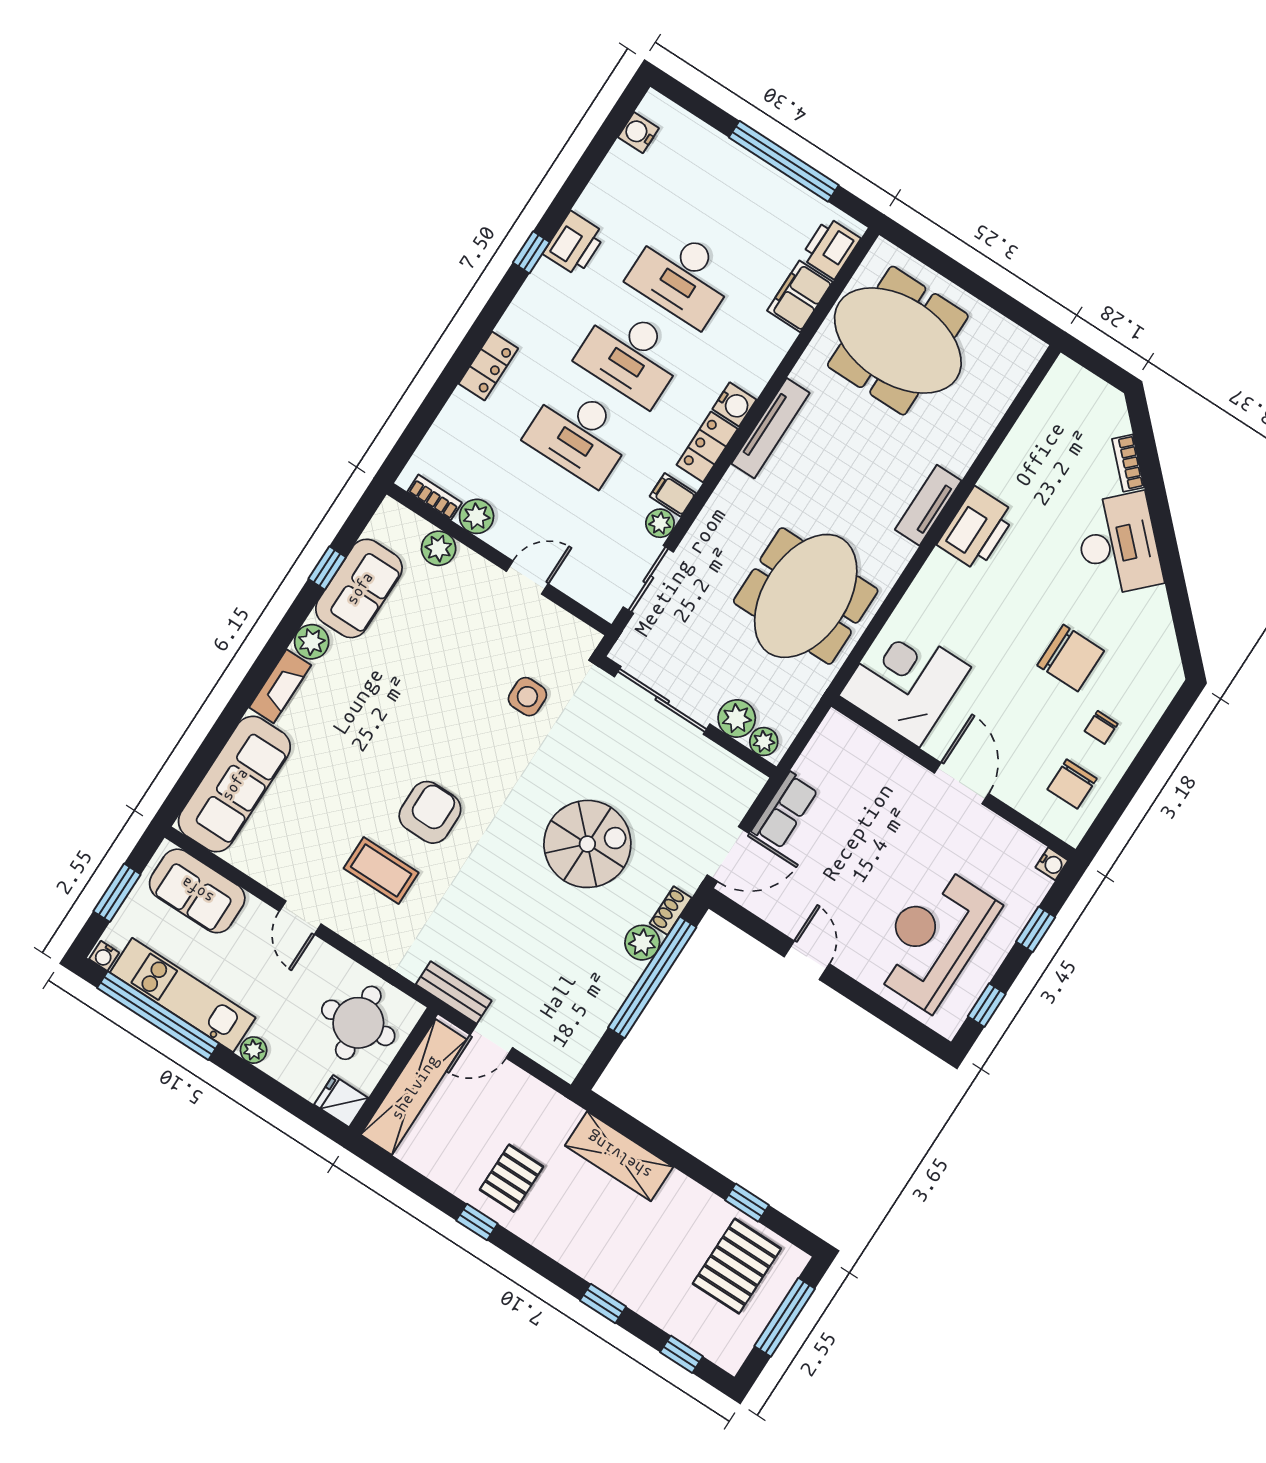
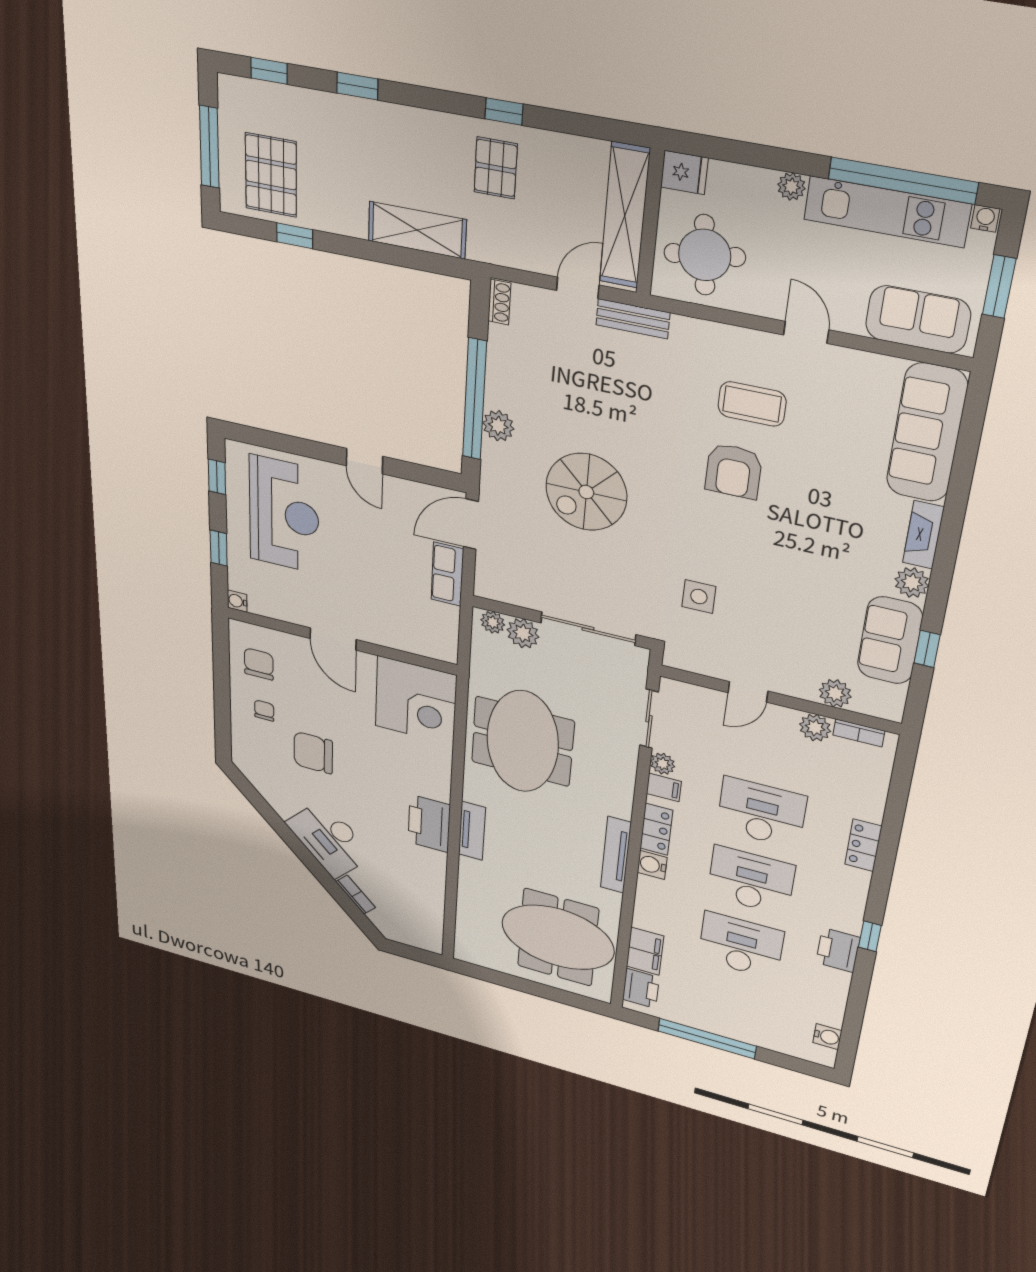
shoe rack: (671, 911) -> (499, 302), moved

